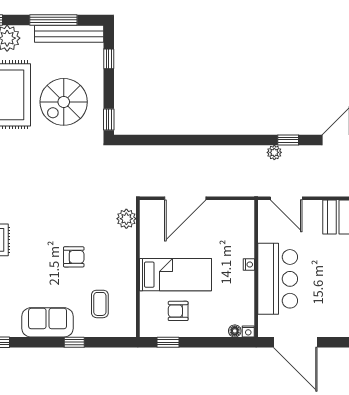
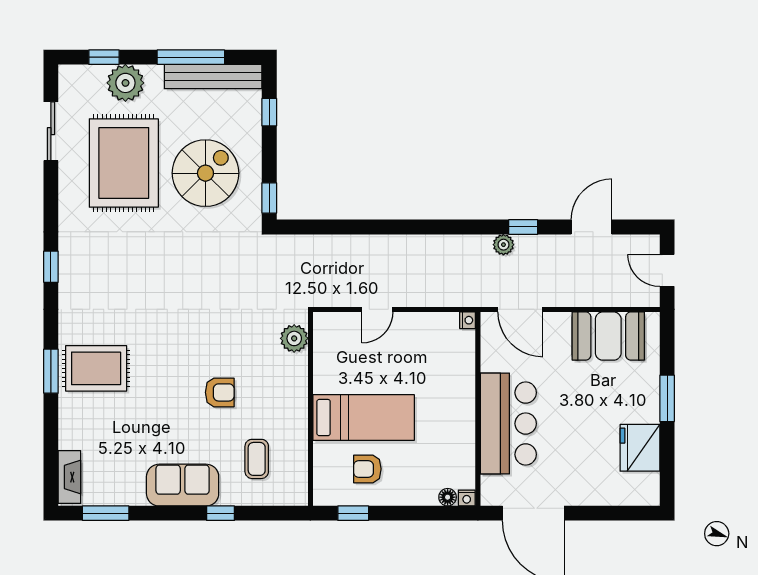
spiral stairs: (64, 102) -> (205, 173), turned 180
door: (185, 198) -> (377, 309), width x0.53
nightstand: (249, 265) -> (468, 320), moved

